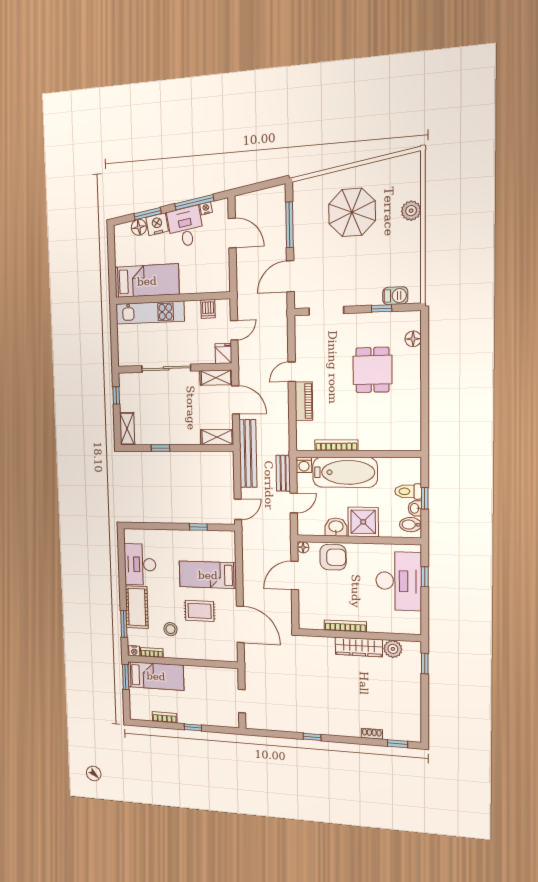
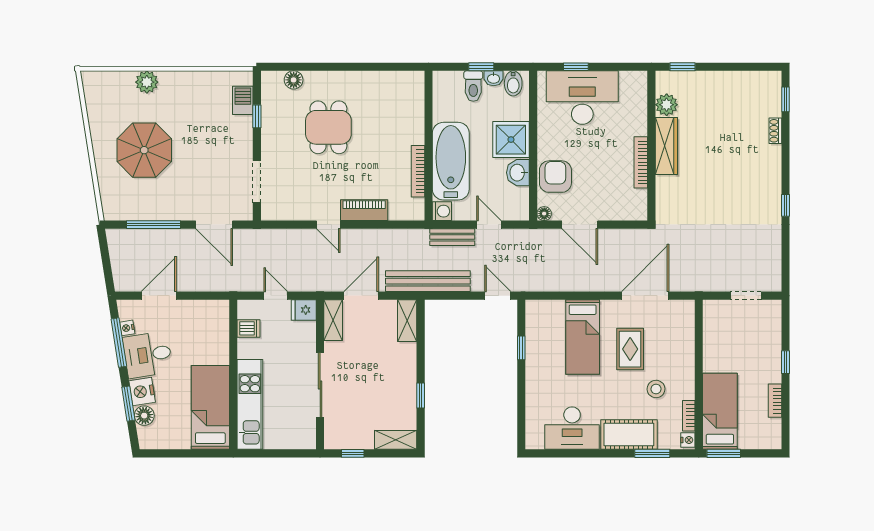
dining table: (372, 370) -> (328, 127), turned 90

